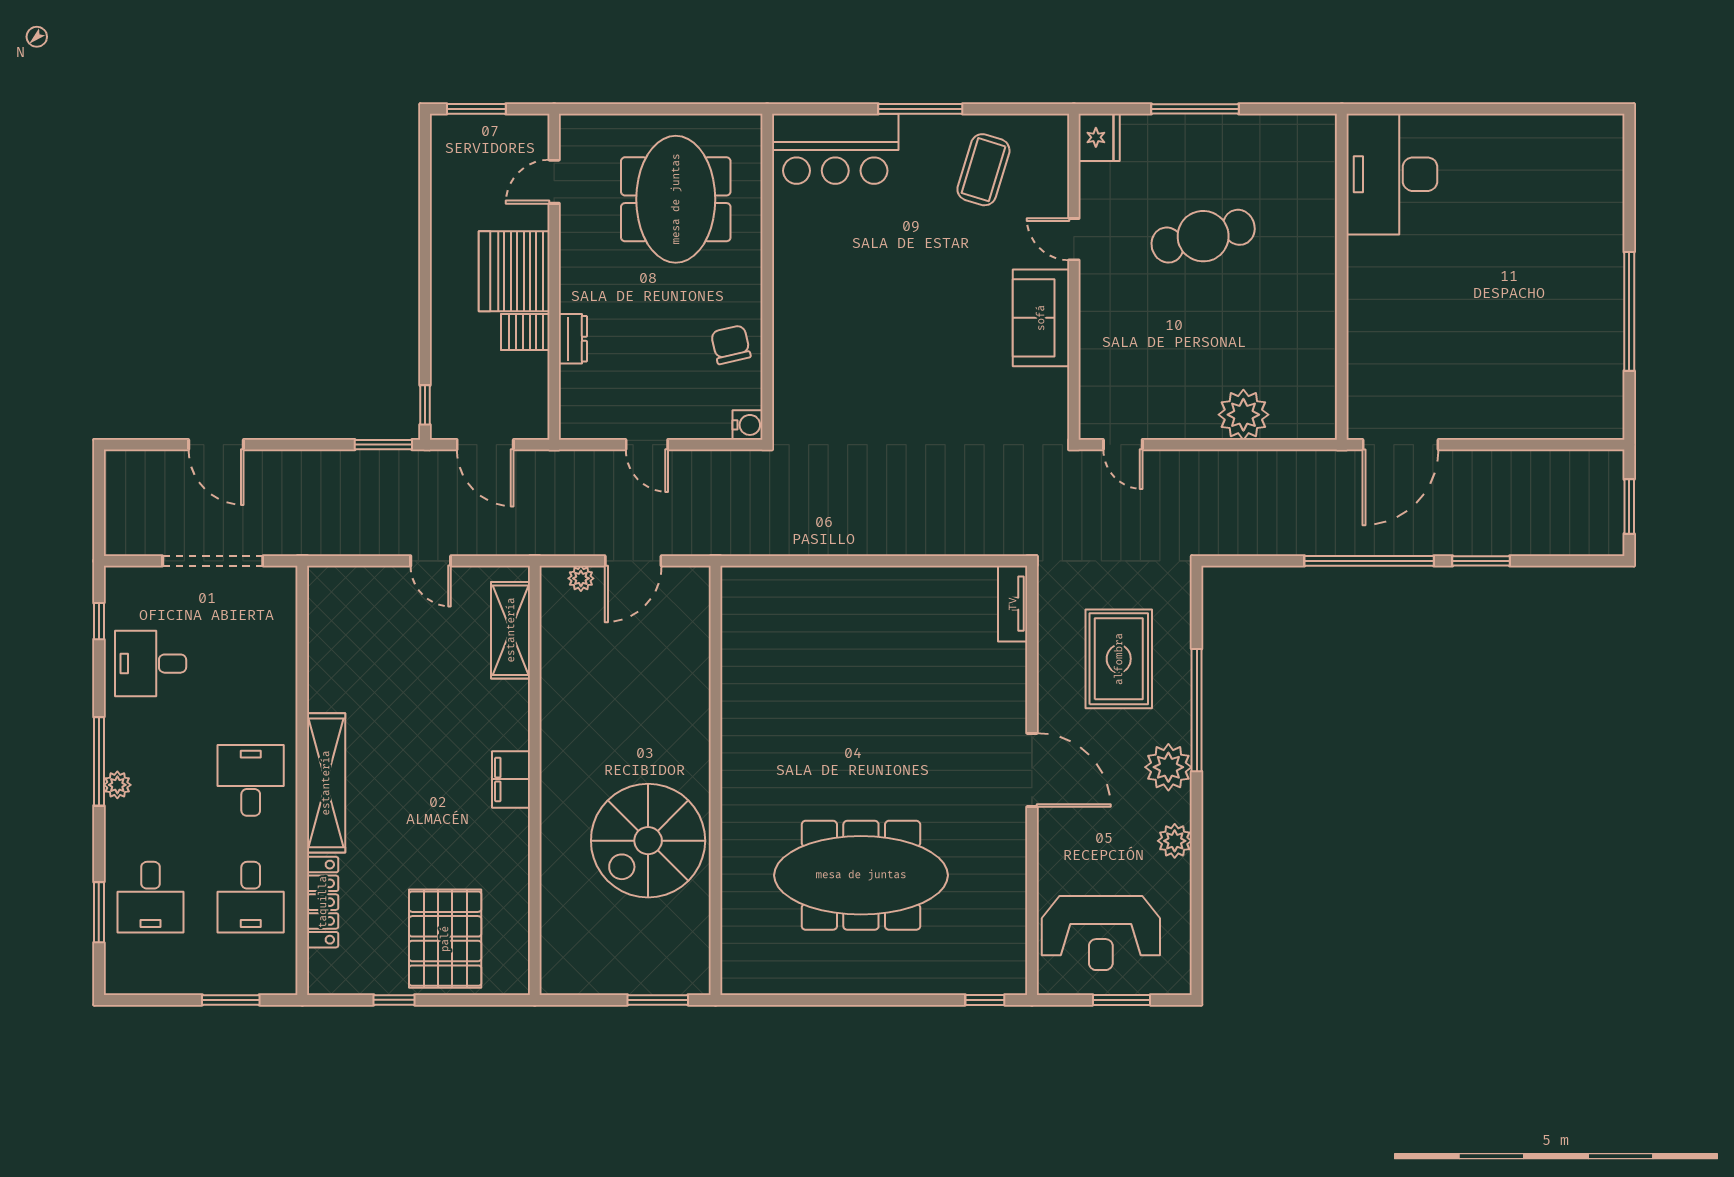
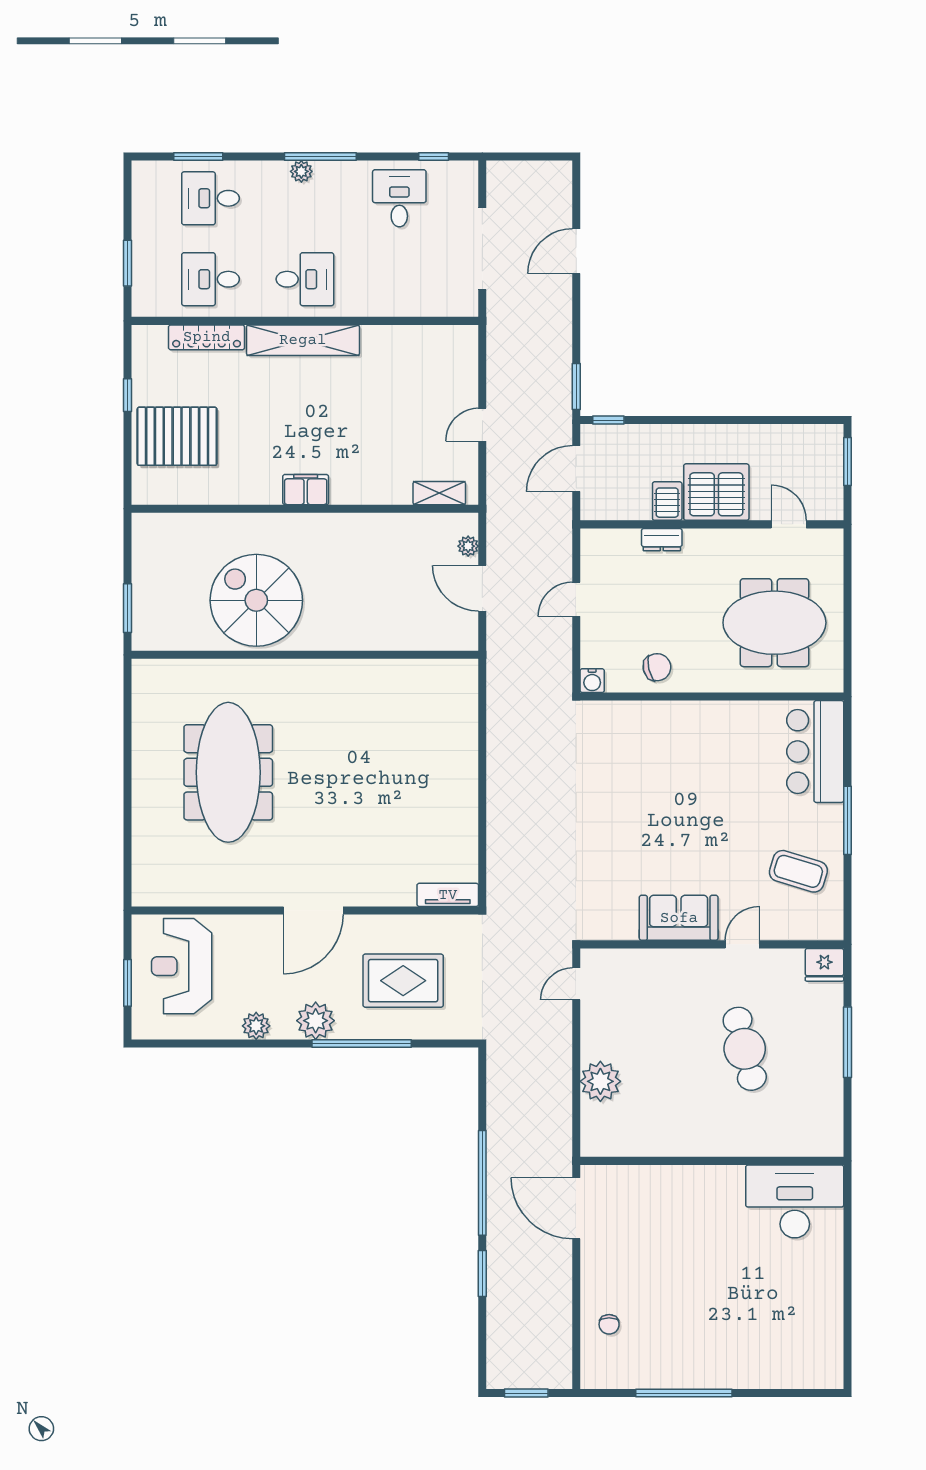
chair: (1544, 404) -> (609, 1324), added
shelving: (511, 630) -> (439, 493), width x0.67, depth x0.75
window: (985, 1000) -> (128, 872), removed

